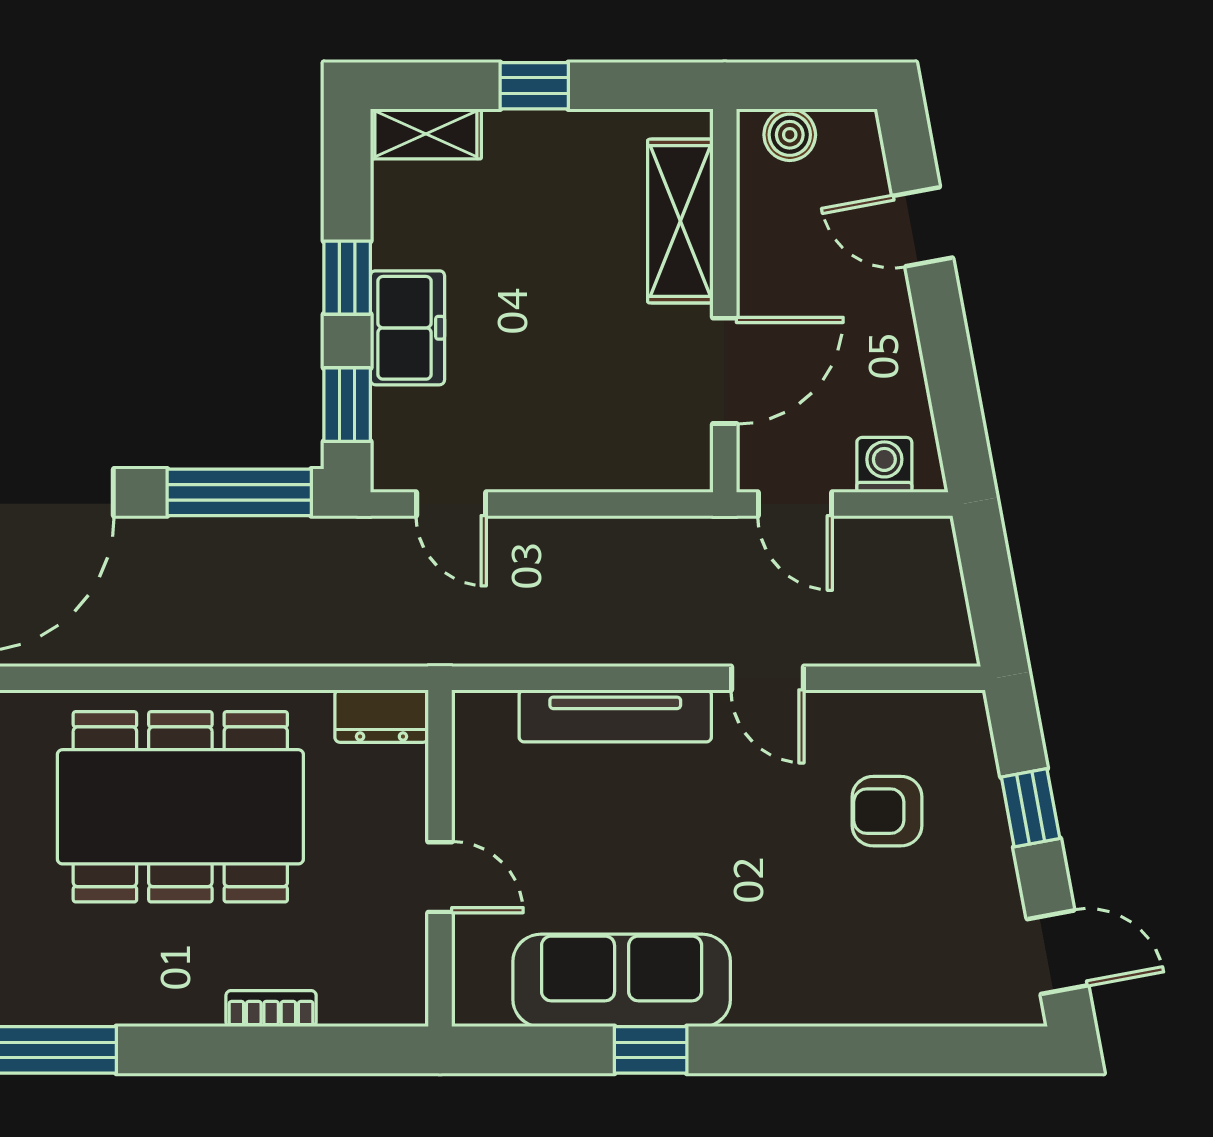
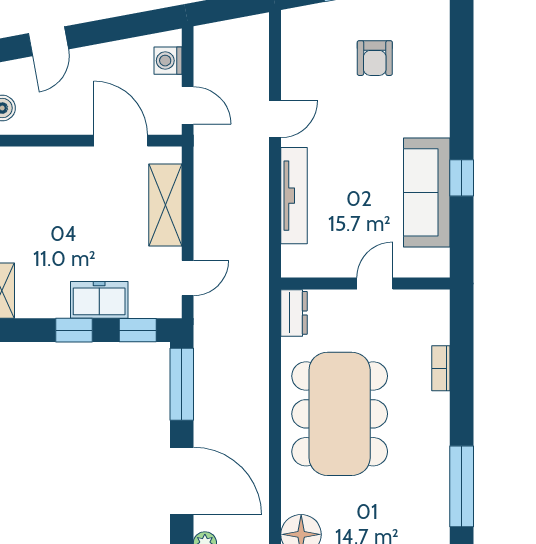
shelving: (680, 221) -> (165, 205), moved, turned 90
door: (795, 504) -> (188, 105), hinge flipped
armchair: (887, 811) -> (375, 58), moved

